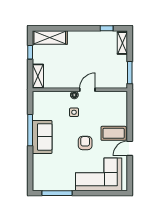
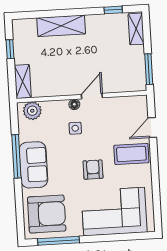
shelving: (50, 37) -> (61, 26), moved
plant: (44, 98) -> (32, 111), added
door: (130, 148) -> (152, 127), moved
armchair: (50, 173) -> (47, 214), added

